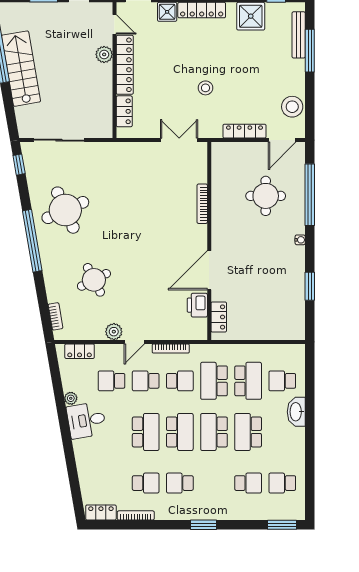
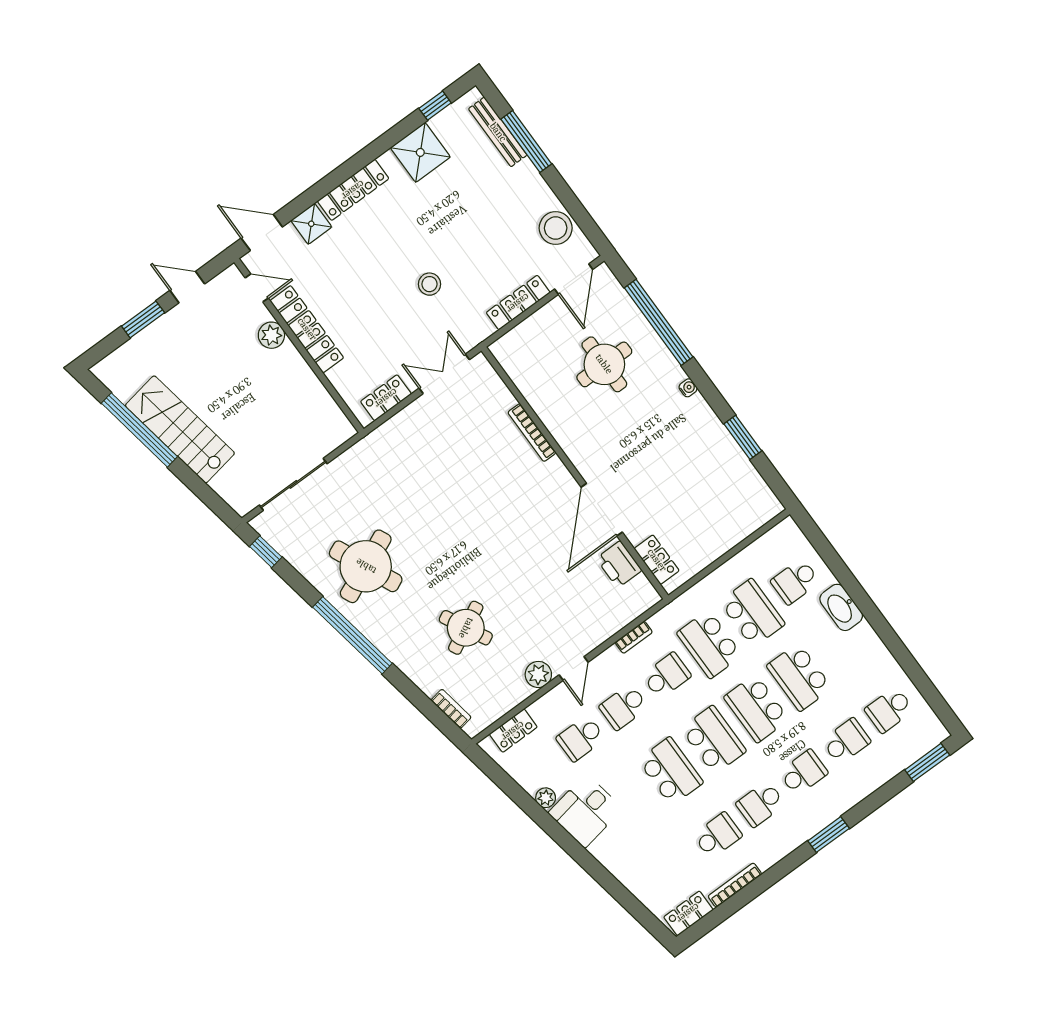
locker: (124, 111) -> (386, 398), moved, turned -90
bookcase: (171, 348) -> (634, 637), width x0.64
school desk: (214, 483) -> (803, 773), added

